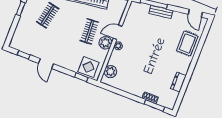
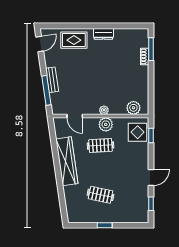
door: (118, 32) -> (75, 116), moved
dresser: (178, 82) -> (103, 34), moved

